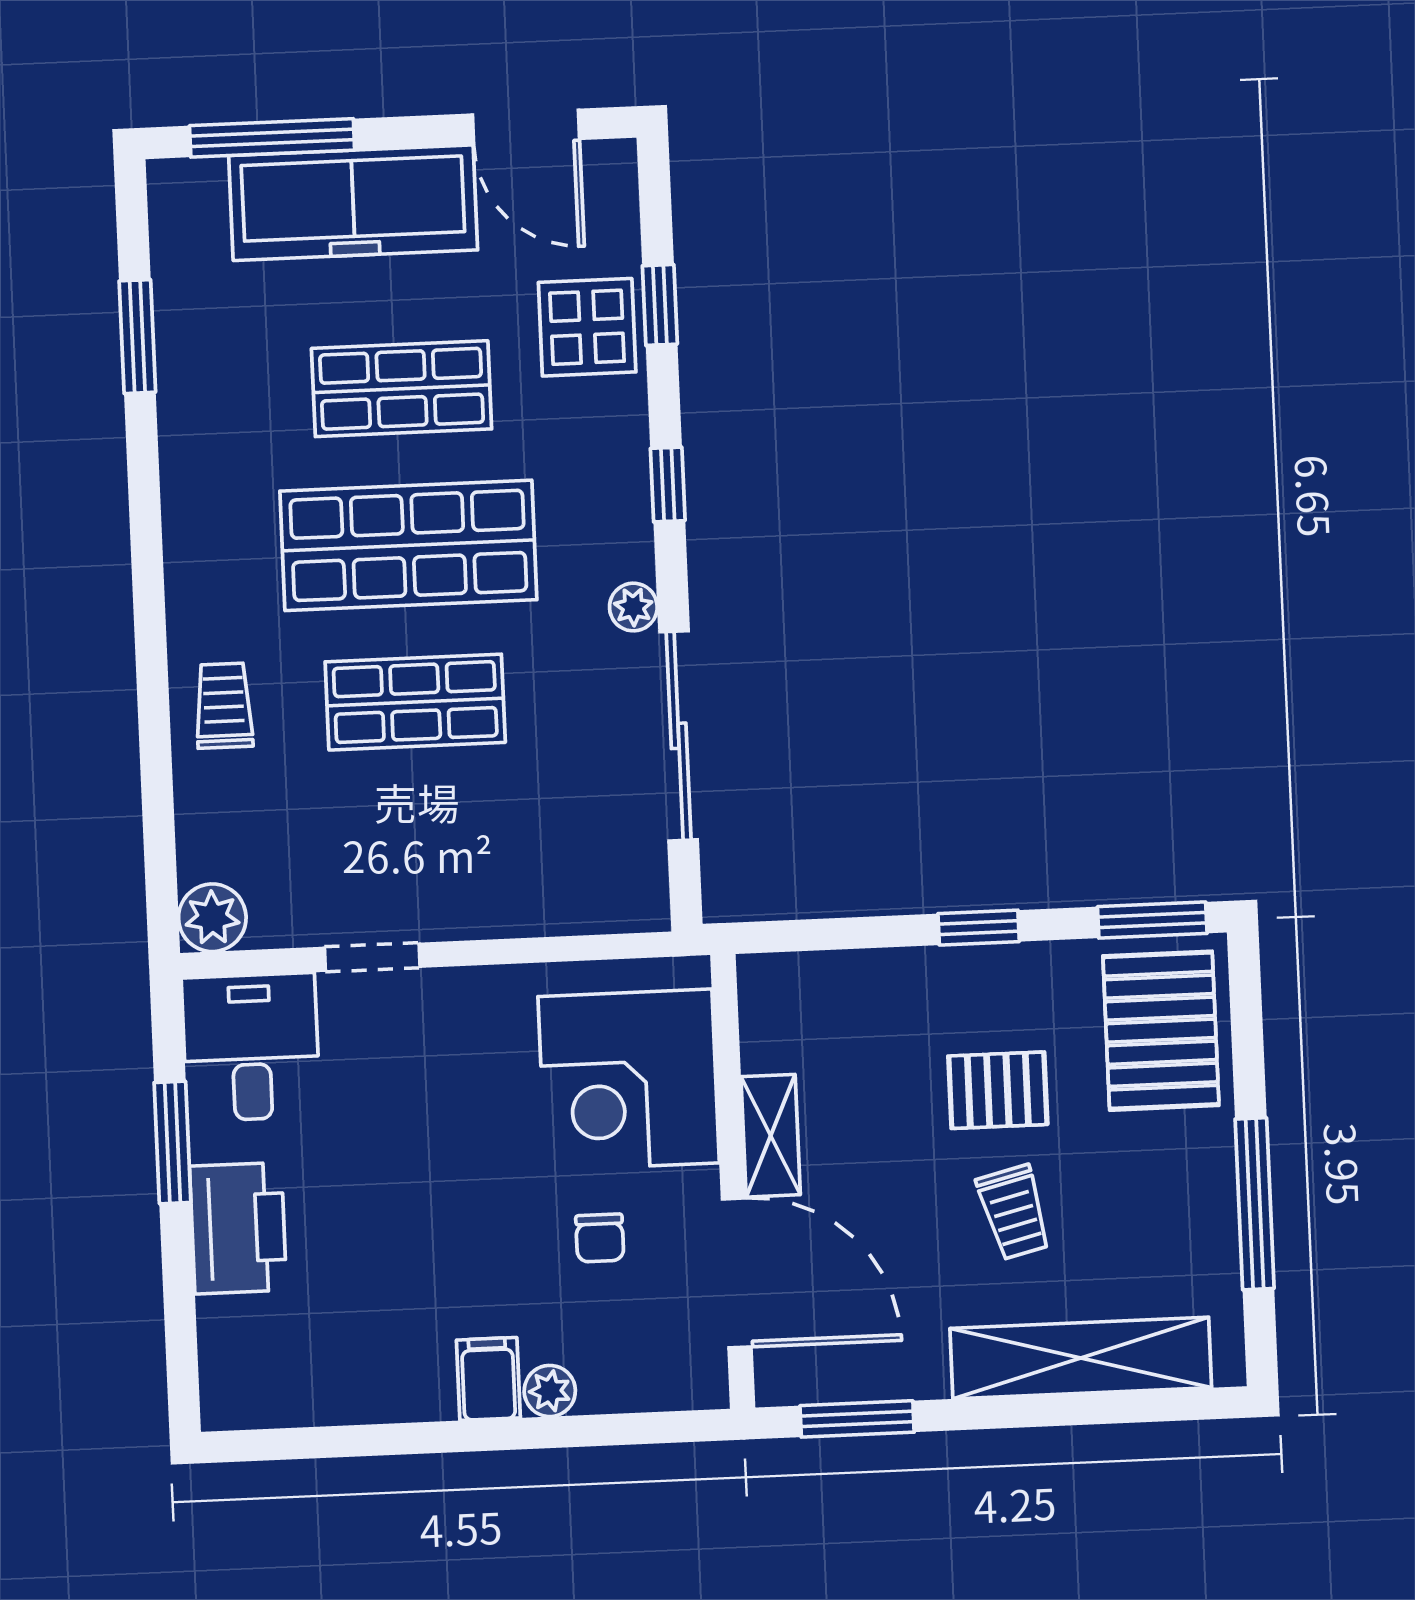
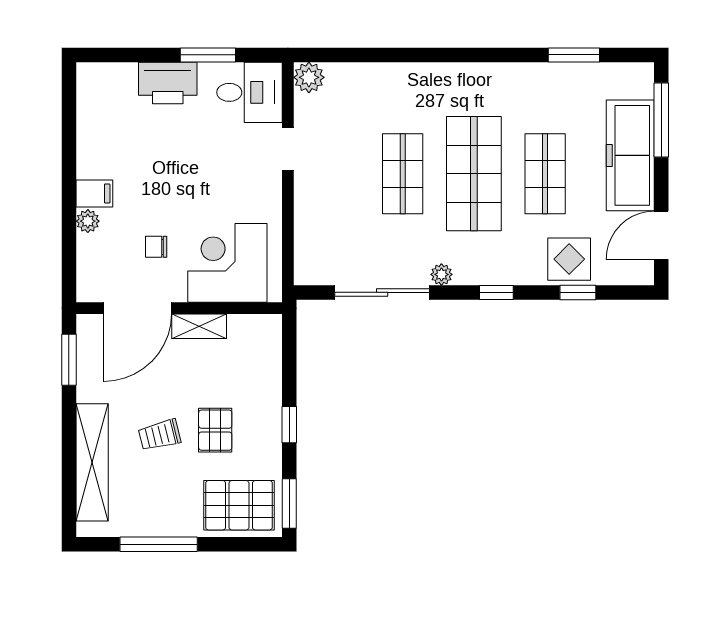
trolley: (224, 706) -> (405, 87), removed

